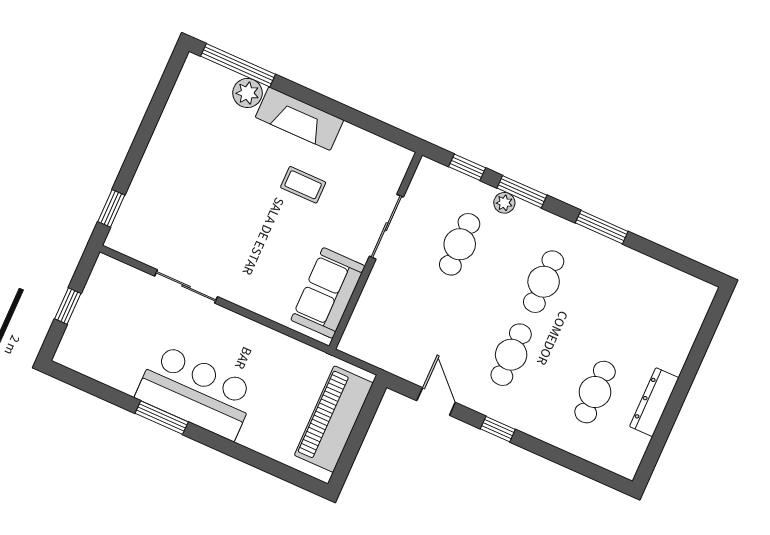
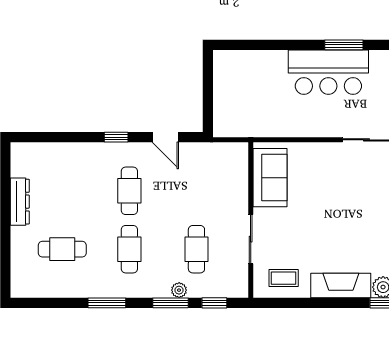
coffee table: (303, 185) -> (284, 278), moved
cafe table: (595, 392) -> (62, 249), moved, turned 90
piano: (334, 419) -> (229, 95), removed

